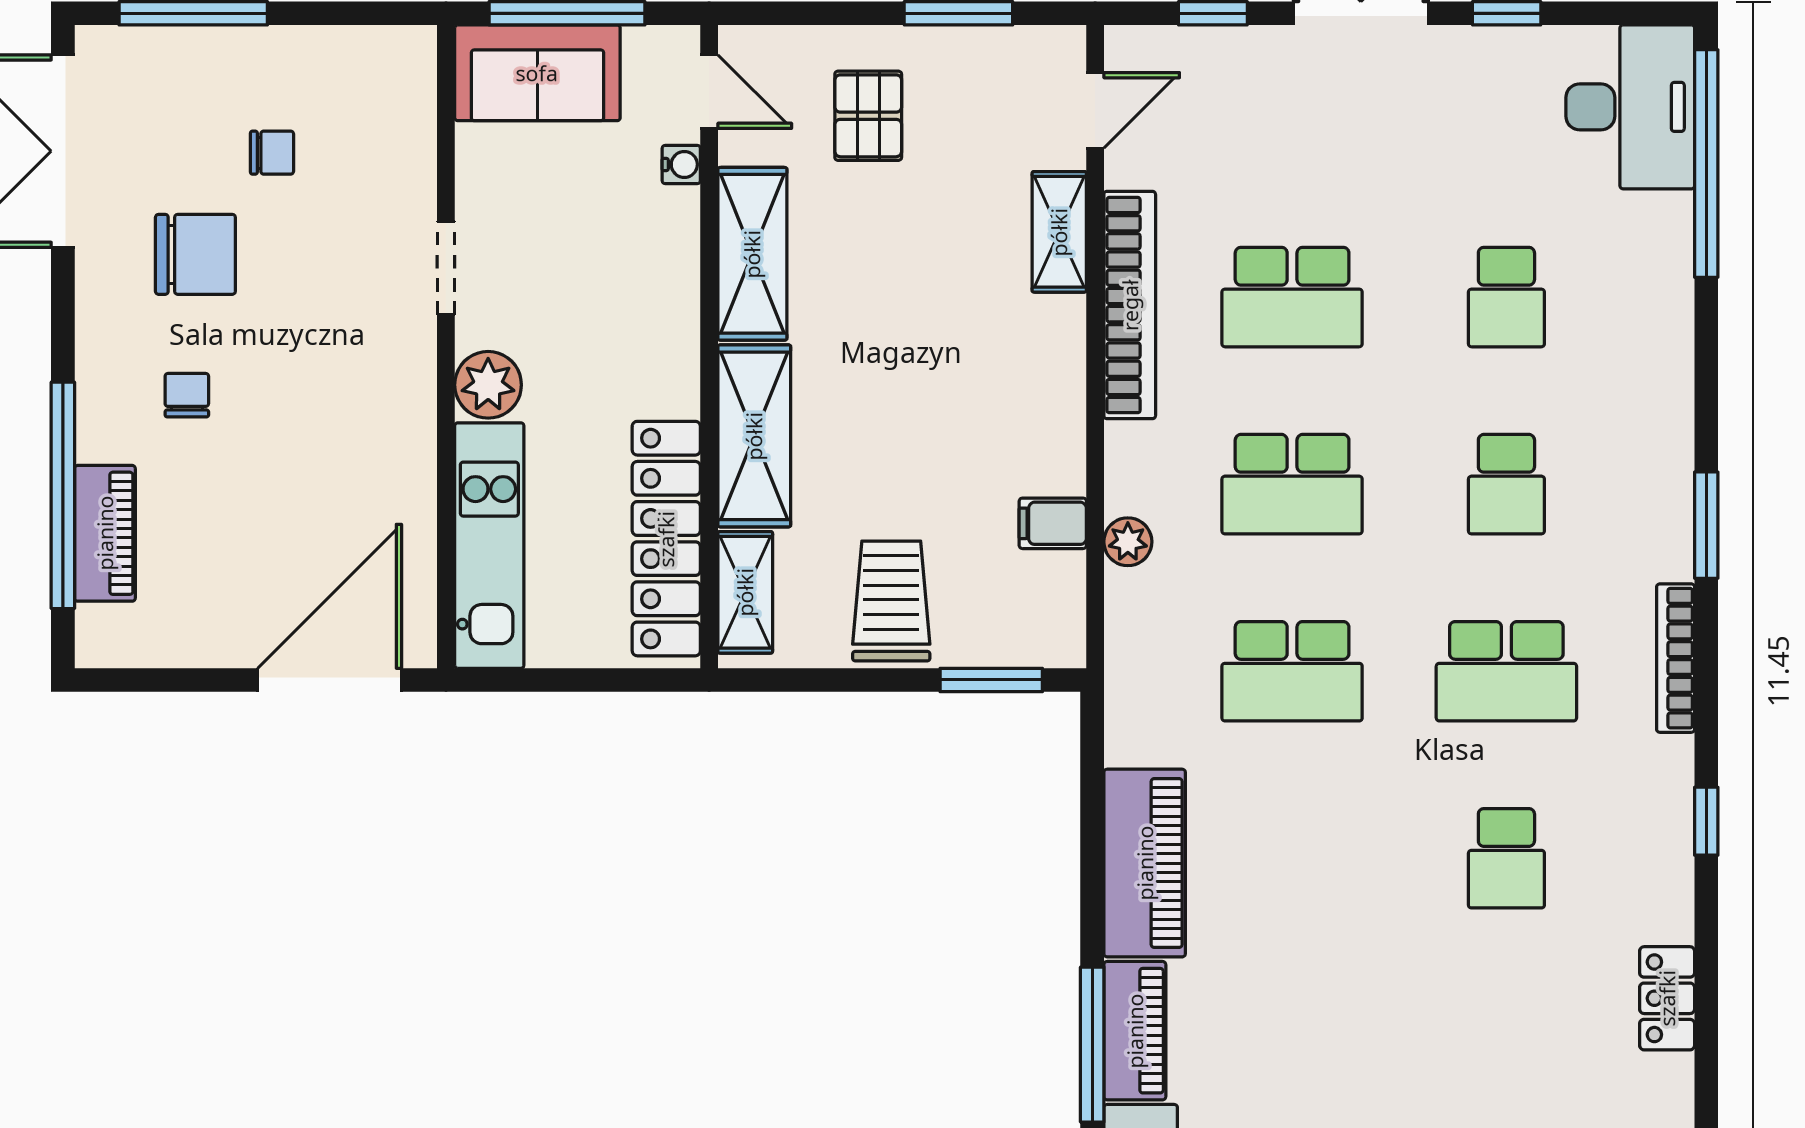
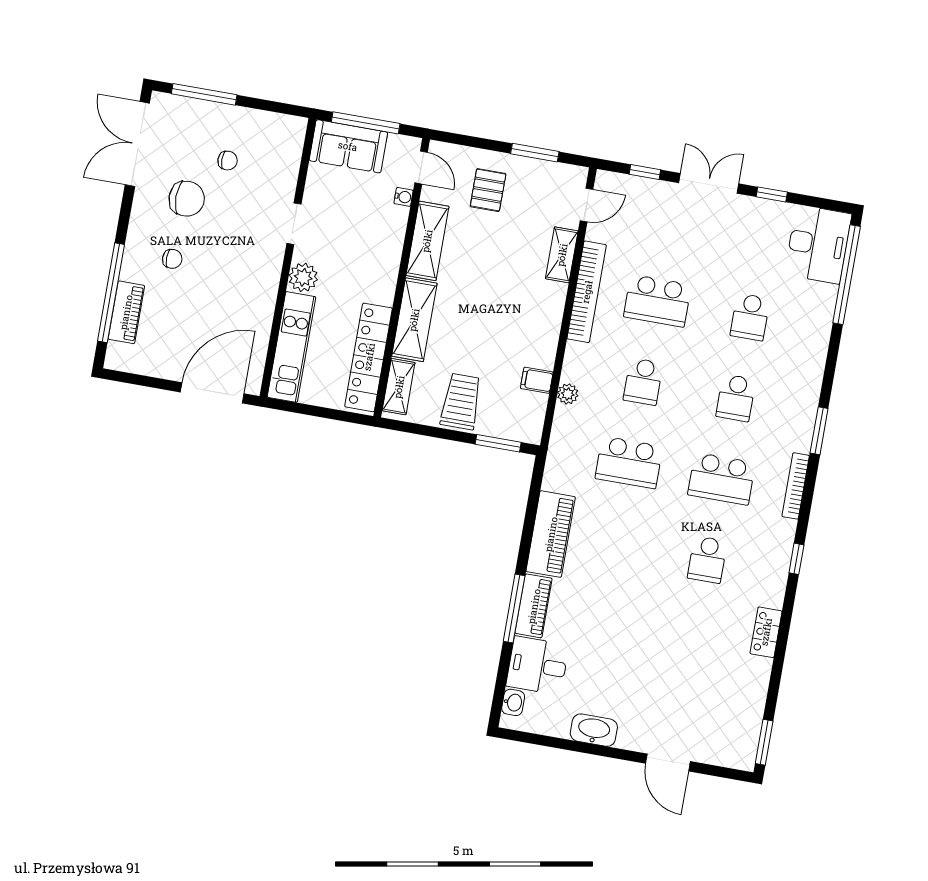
chair: (187, 395) -> (172, 259), turned 90
school desk: (1292, 484) -> (643, 382), width x0.54

